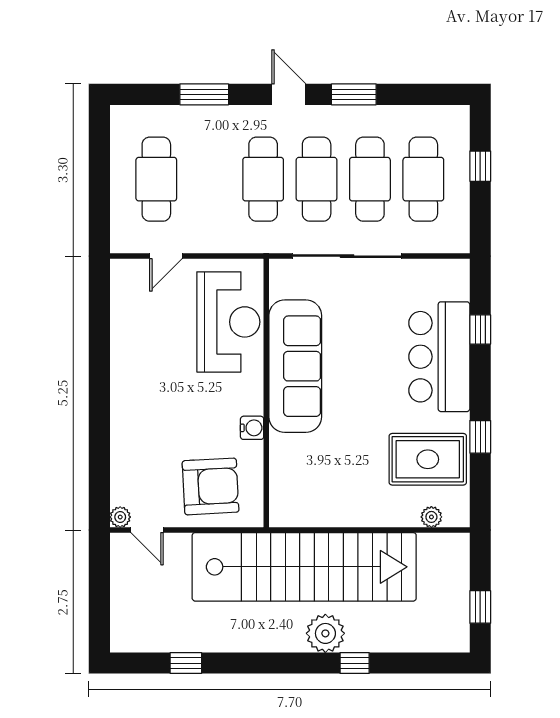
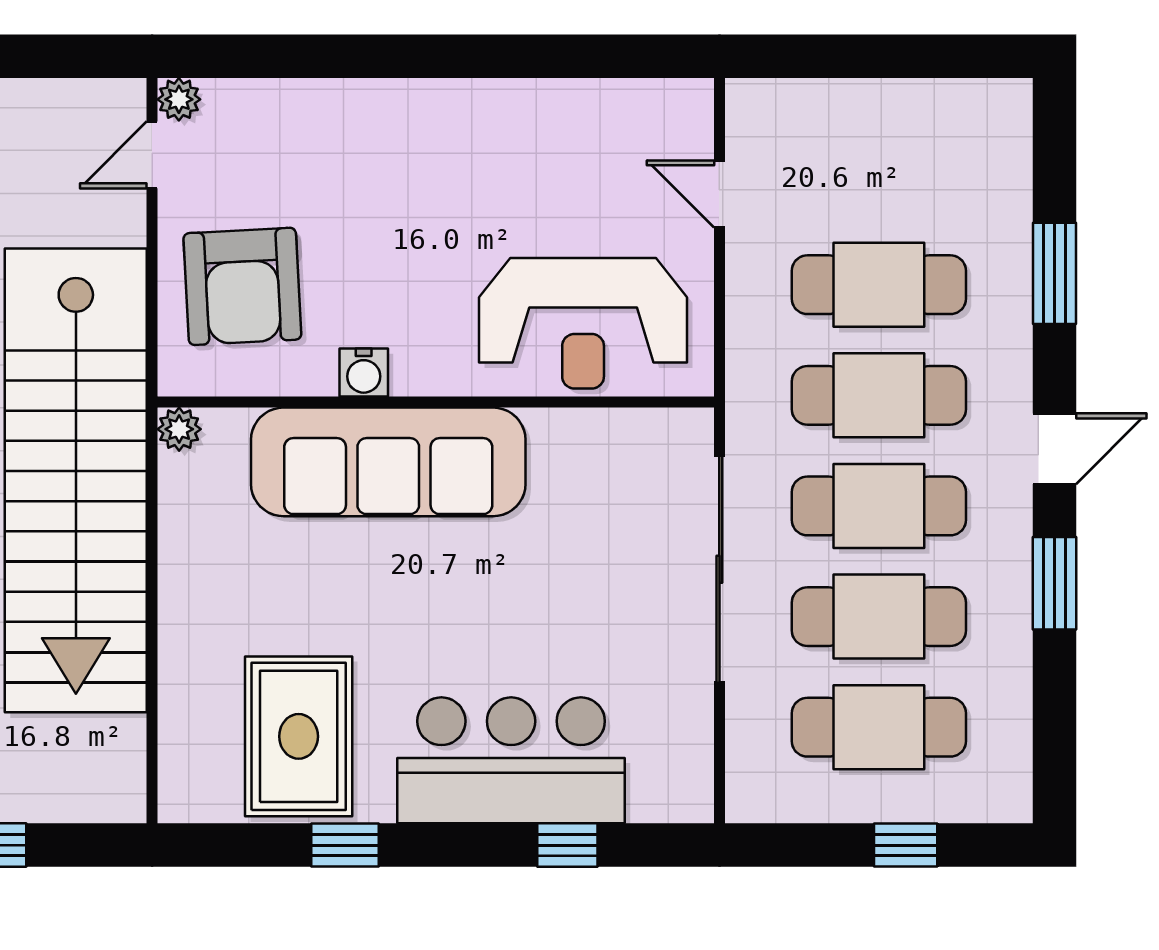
cafe table: (156, 179) -> (879, 285), moved
sofa: (295, 366) -> (388, 462), moved
plant: (431, 517) -> (179, 429), moved

